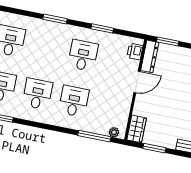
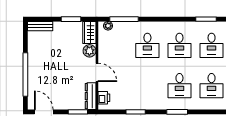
desk: (83, 55) -> (179, 86), moved
door: (137, 82) -> (97, 72), swing flipped
plant: (141, 108) -> (89, 51), added

